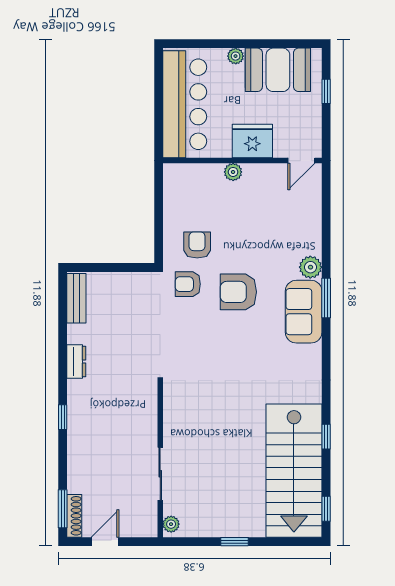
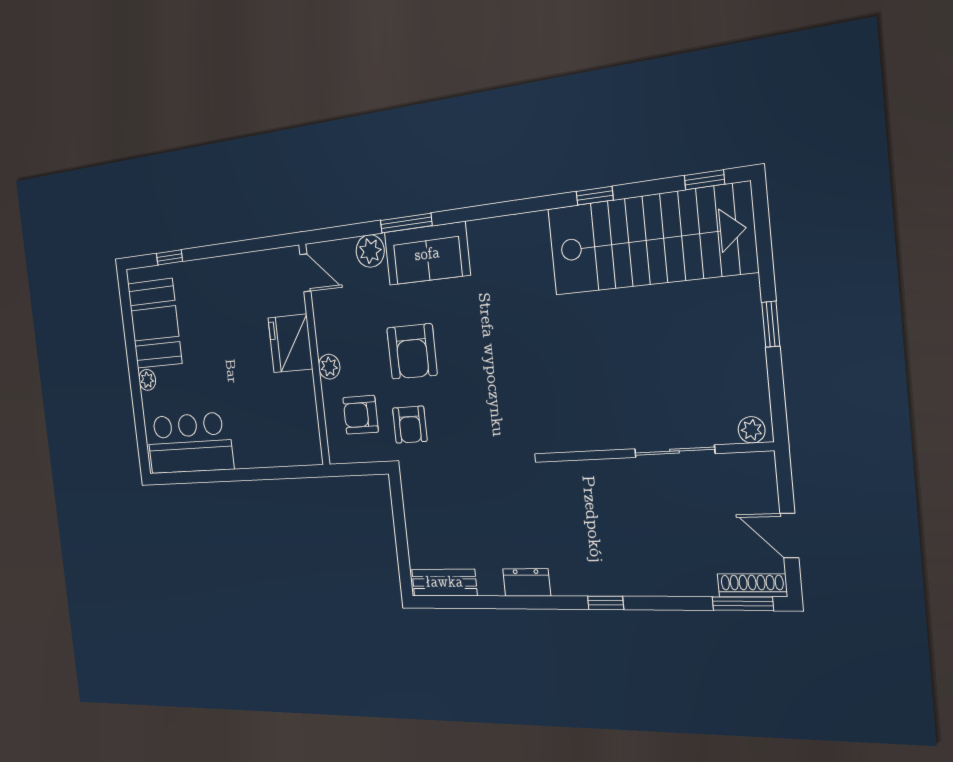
bar counter: (185, 104) -> (189, 443), width x0.73
fridge: (252, 141) -> (290, 343), moved
wall: (242, 161) -> (314, 355), moved
door: (301, 161) -> (305, 273), moved
plant: (233, 172) -> (329, 367), moved

